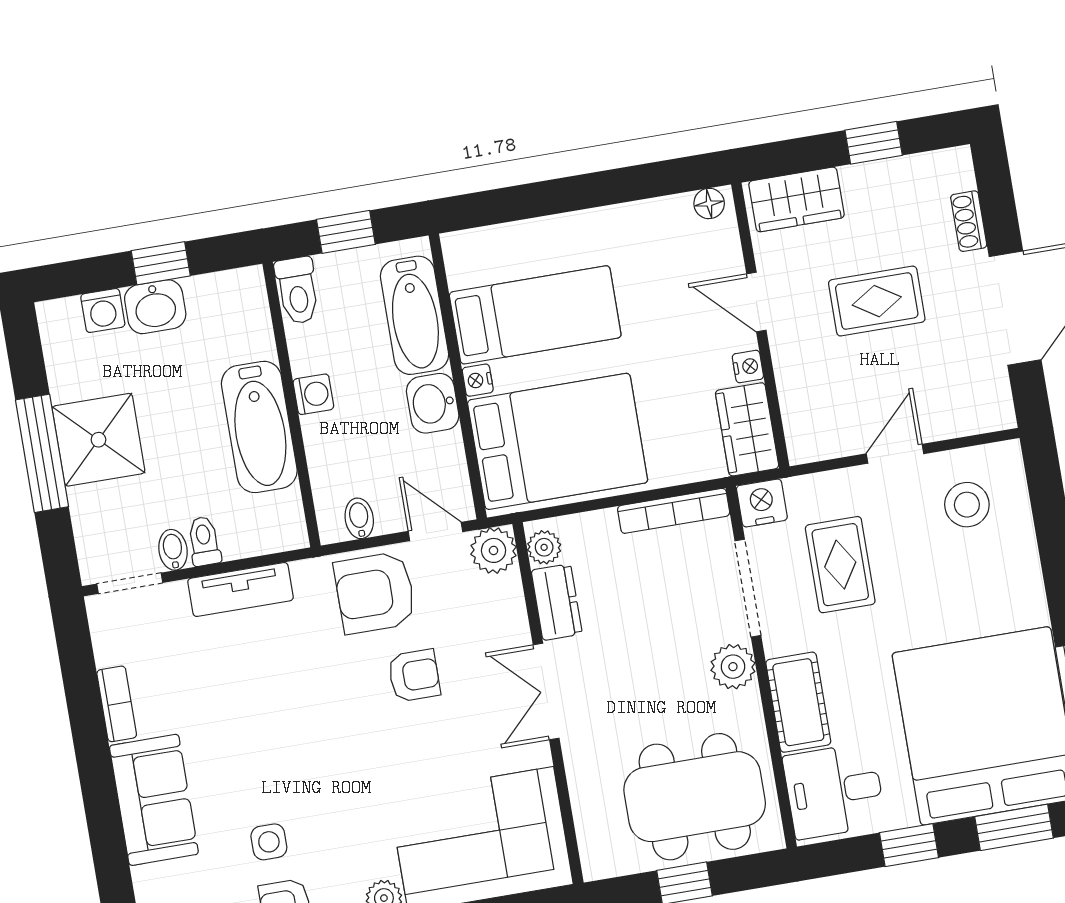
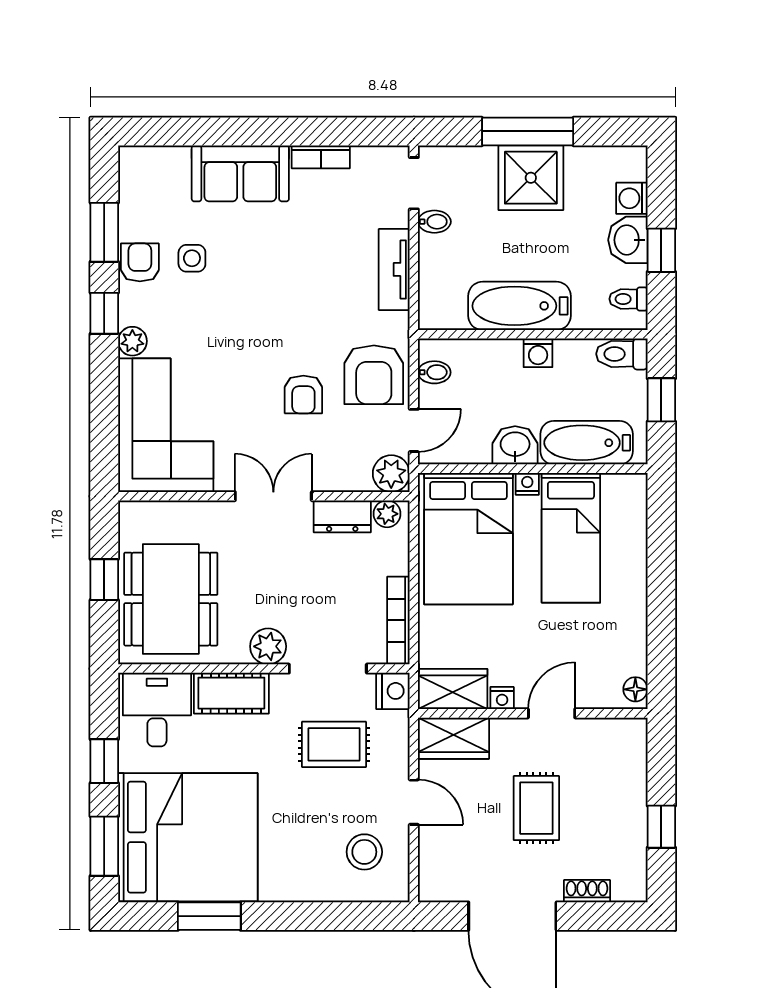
wardrobe: (796, 199) -> (454, 738), moved, turned -90
toilet: (204, 541) -> (628, 299), moved, turned 180
armchair: (375, 593) -> (374, 375), turned 180

